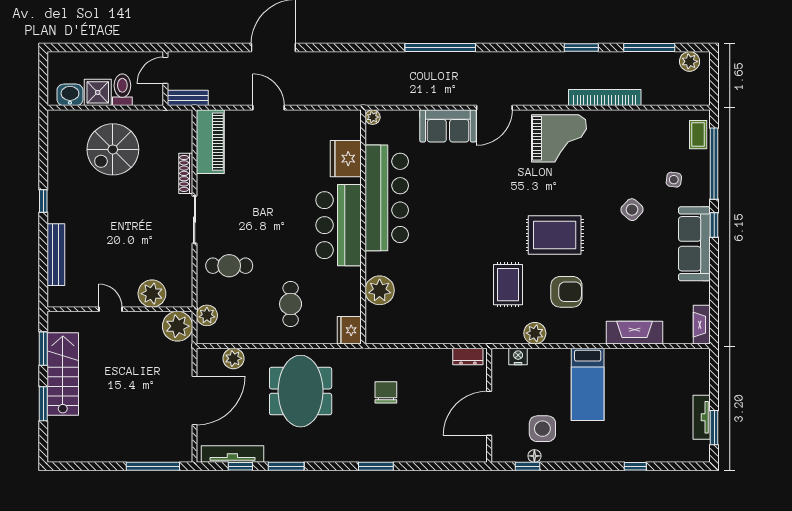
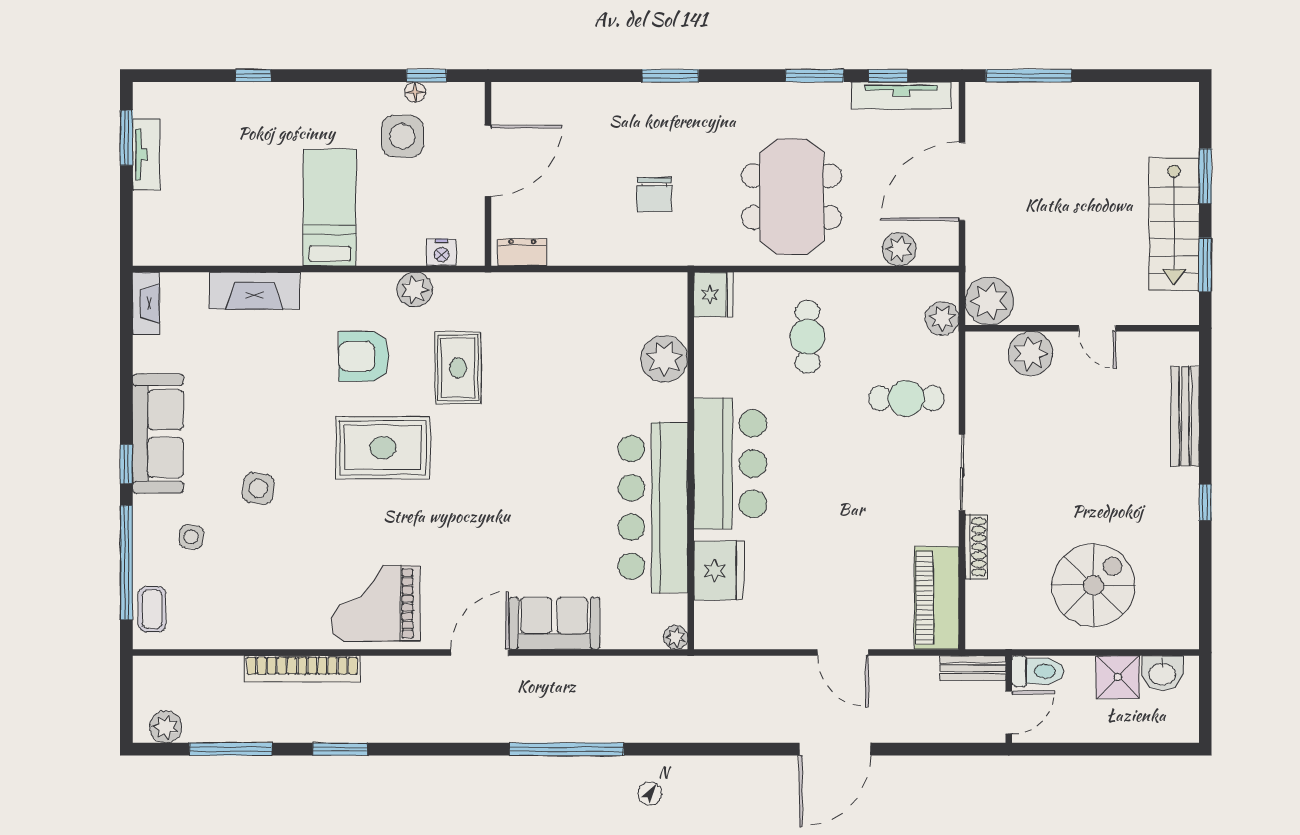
toilet: (122, 90) -> (1038, 671), moved, turned -90
side table: (632, 210) -> (258, 489), turned -35

